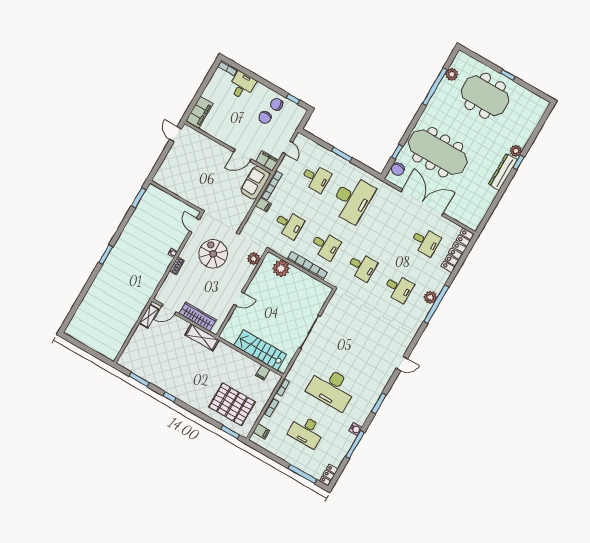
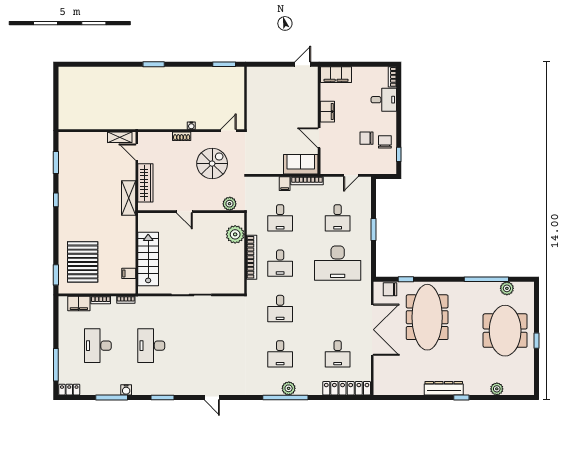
plant: (516, 151) -> (497, 389), moved
filing cabinet: (267, 161) -> (327, 112), moved
desk: (332, 388) -> (151, 346), width x0.73, depth x0.77
filing cabinet: (261, 431) -> (79, 303), width x2.00

